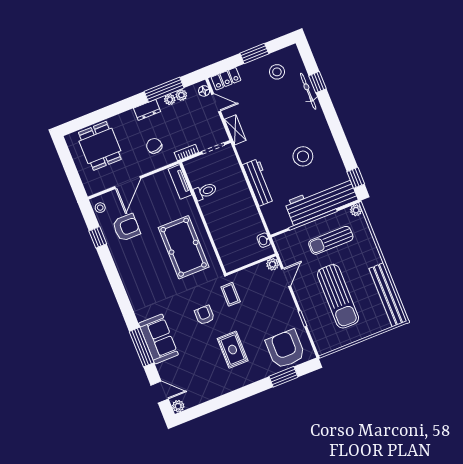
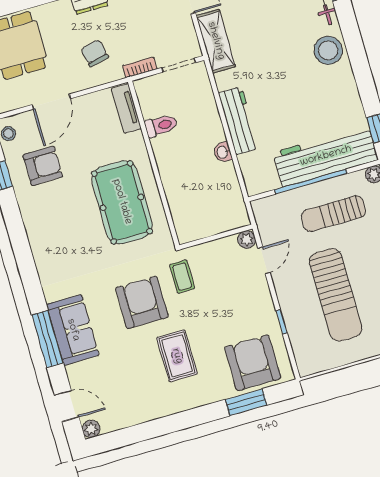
shelving: (235, 130) -> (216, 41), width x1.50, depth x1.33
stool: (303, 156) -> (328, 50), moved
washbasin: (264, 240) -> (223, 152), moved
armchair: (204, 315) -> (142, 302), width x1.88, depth x1.88

